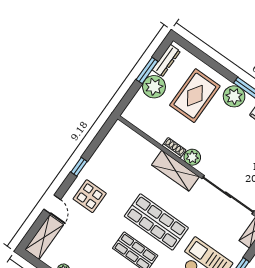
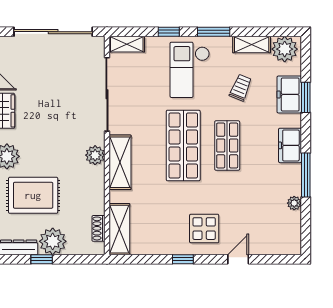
window: (147, 71) -> (42, 259), width x0.67
shoe rack: (174, 148) -> (98, 228), moved
shelving: (44, 237) -> (119, 229), moved, turned 90

